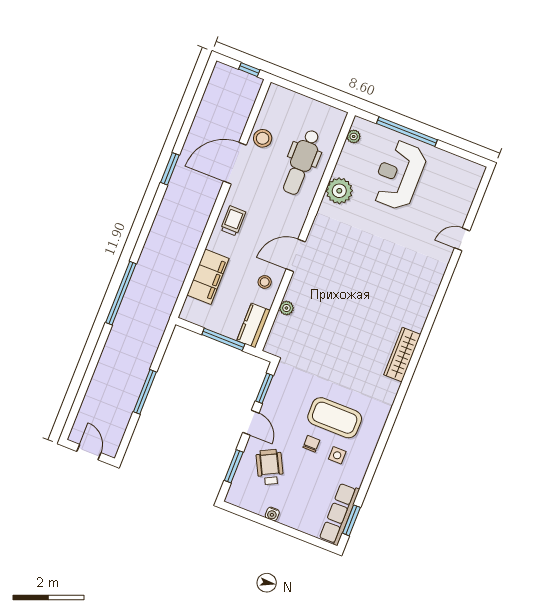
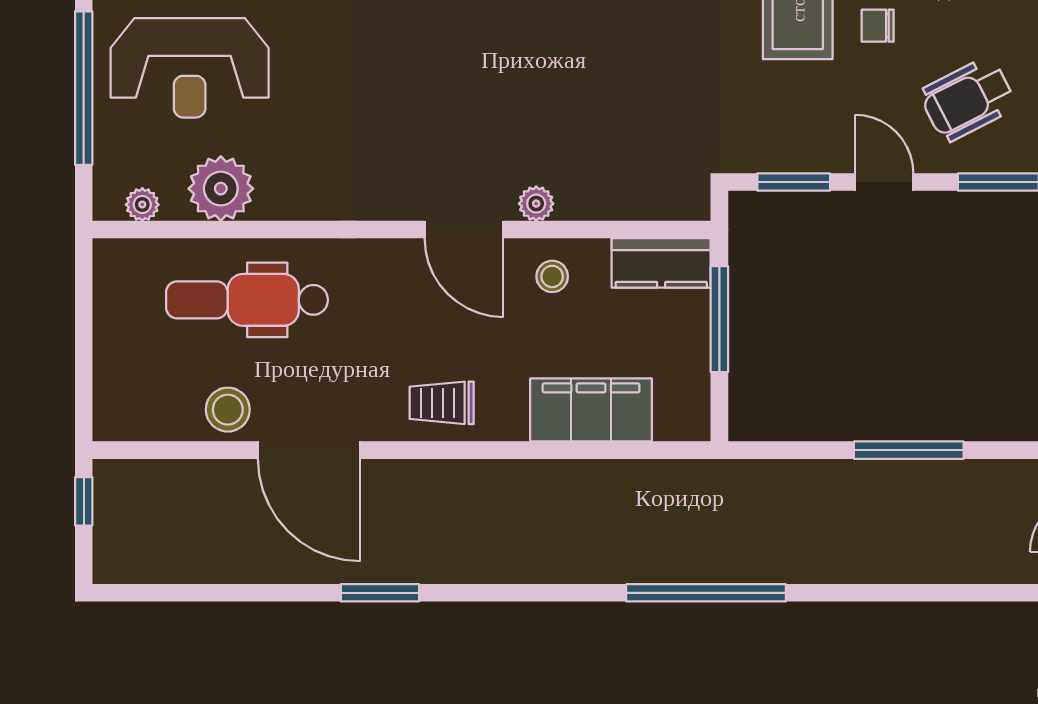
dental chair: (302, 162) -> (247, 300), turned 180
plant: (339, 191) -> (221, 189), moved
plant: (286, 308) -> (536, 204), moved
door: (251, 423) -> (884, 182), hinge flipped

